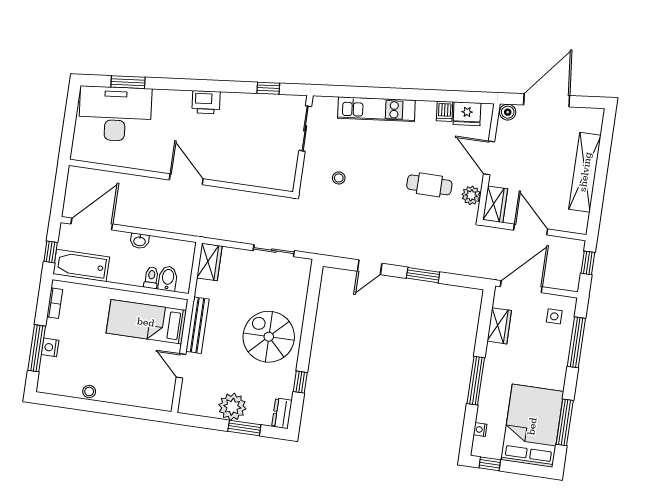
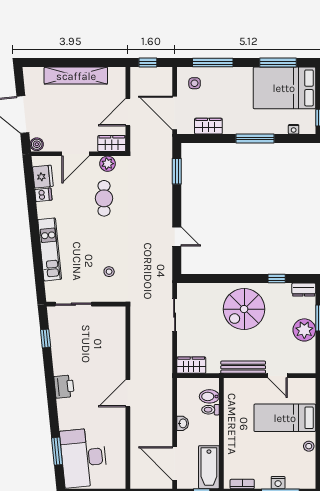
window: (423, 275) -> (177, 171), moved
bed: (146, 322) -> (285, 418), moved, turned 90
door: (181, 366) -> (278, 376), hinge flipped

